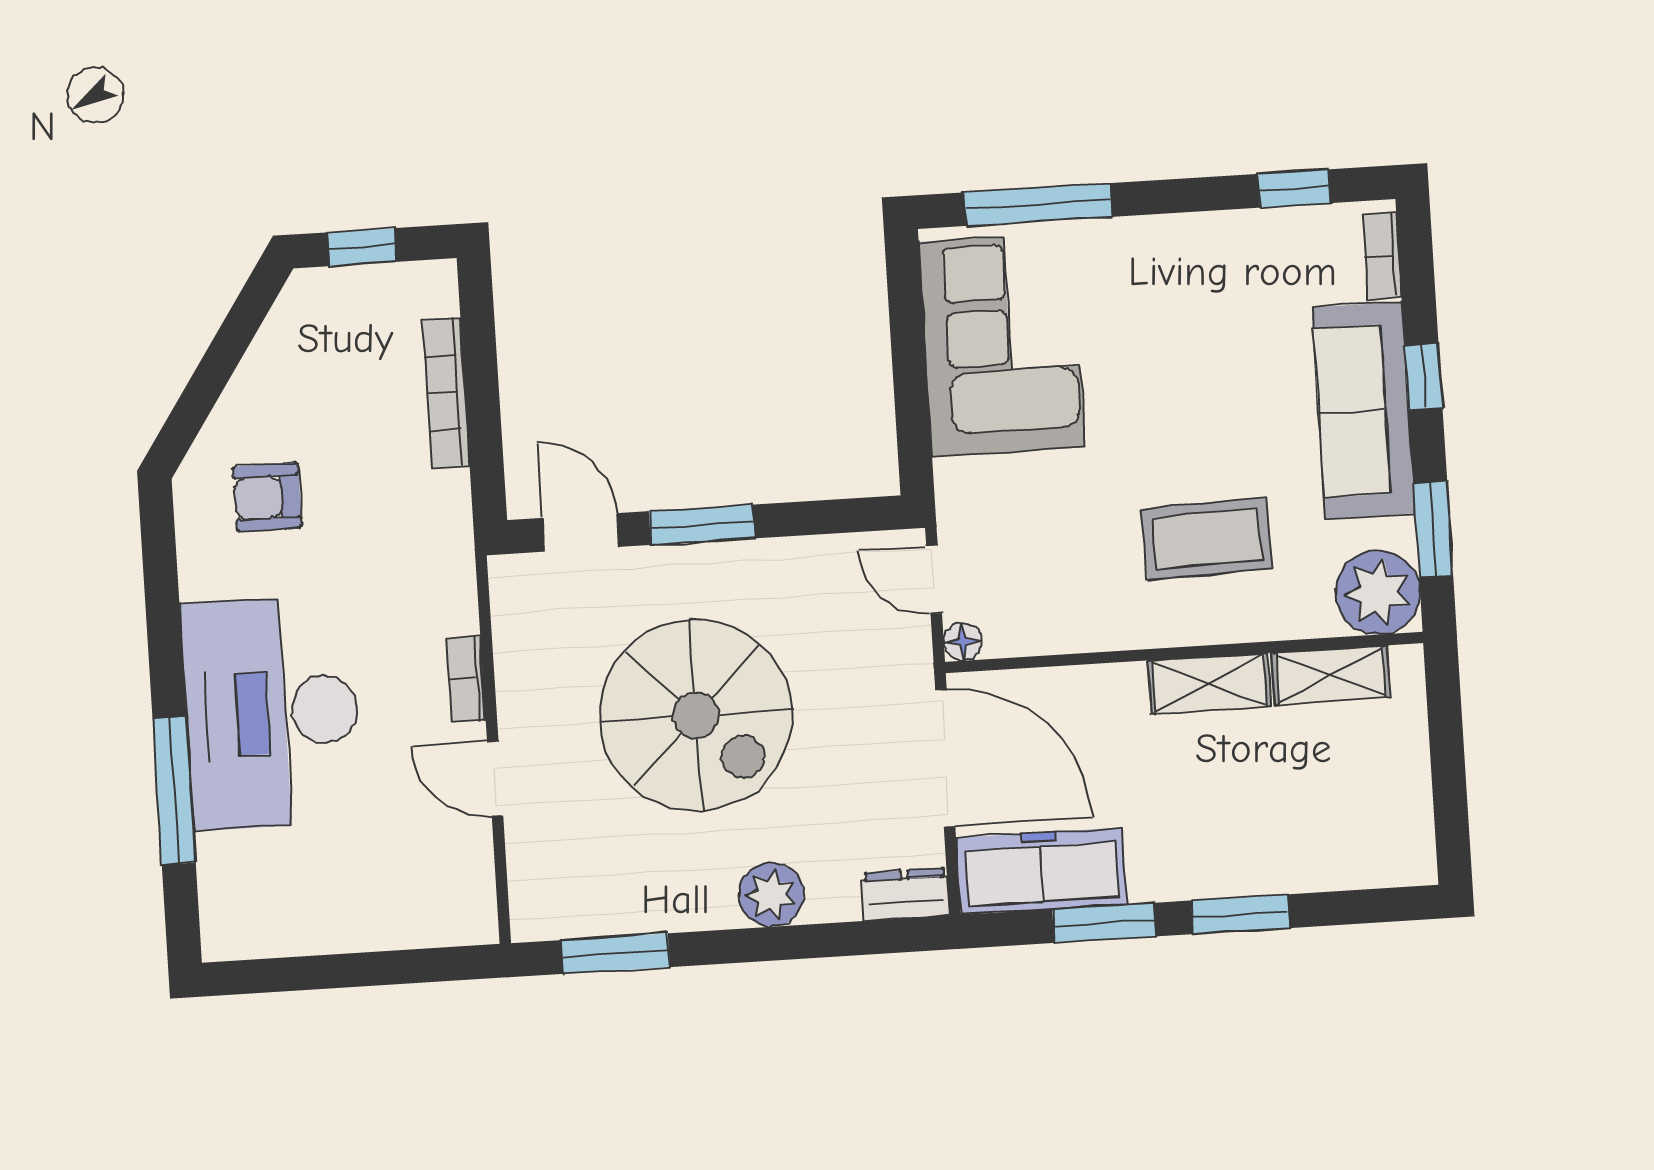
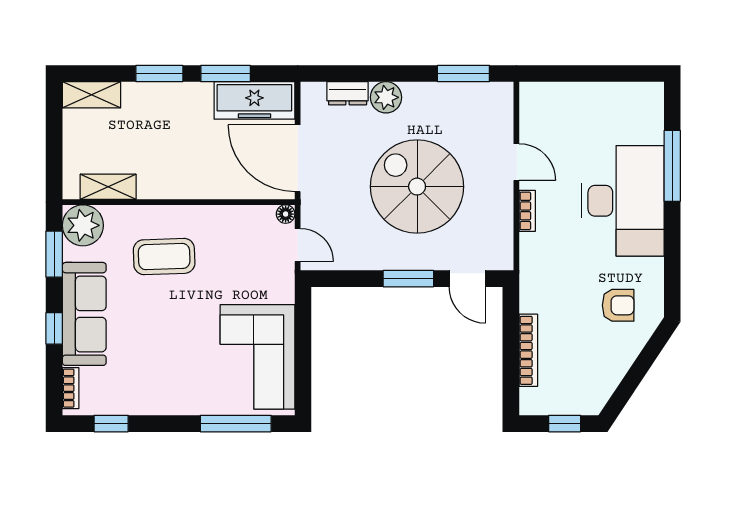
shelving: (1209, 684) -> (91, 95), moved
dresser: (906, 894) -> (348, 93), moved

